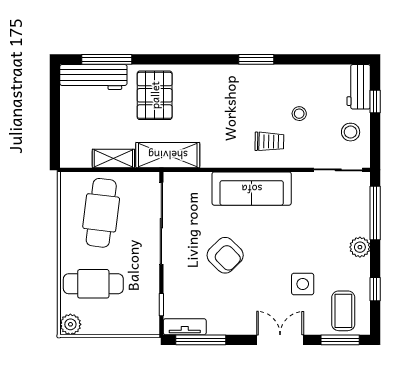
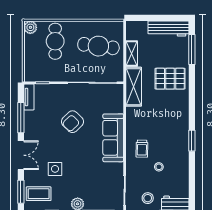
workbench: (93, 77) -> (168, 29), moved, turned -90
window: (201, 340) -> (21, 118), moved

